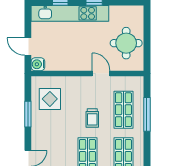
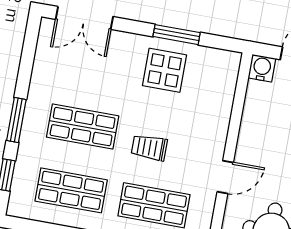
display table: (50, 99) -> (165, 70), moved

